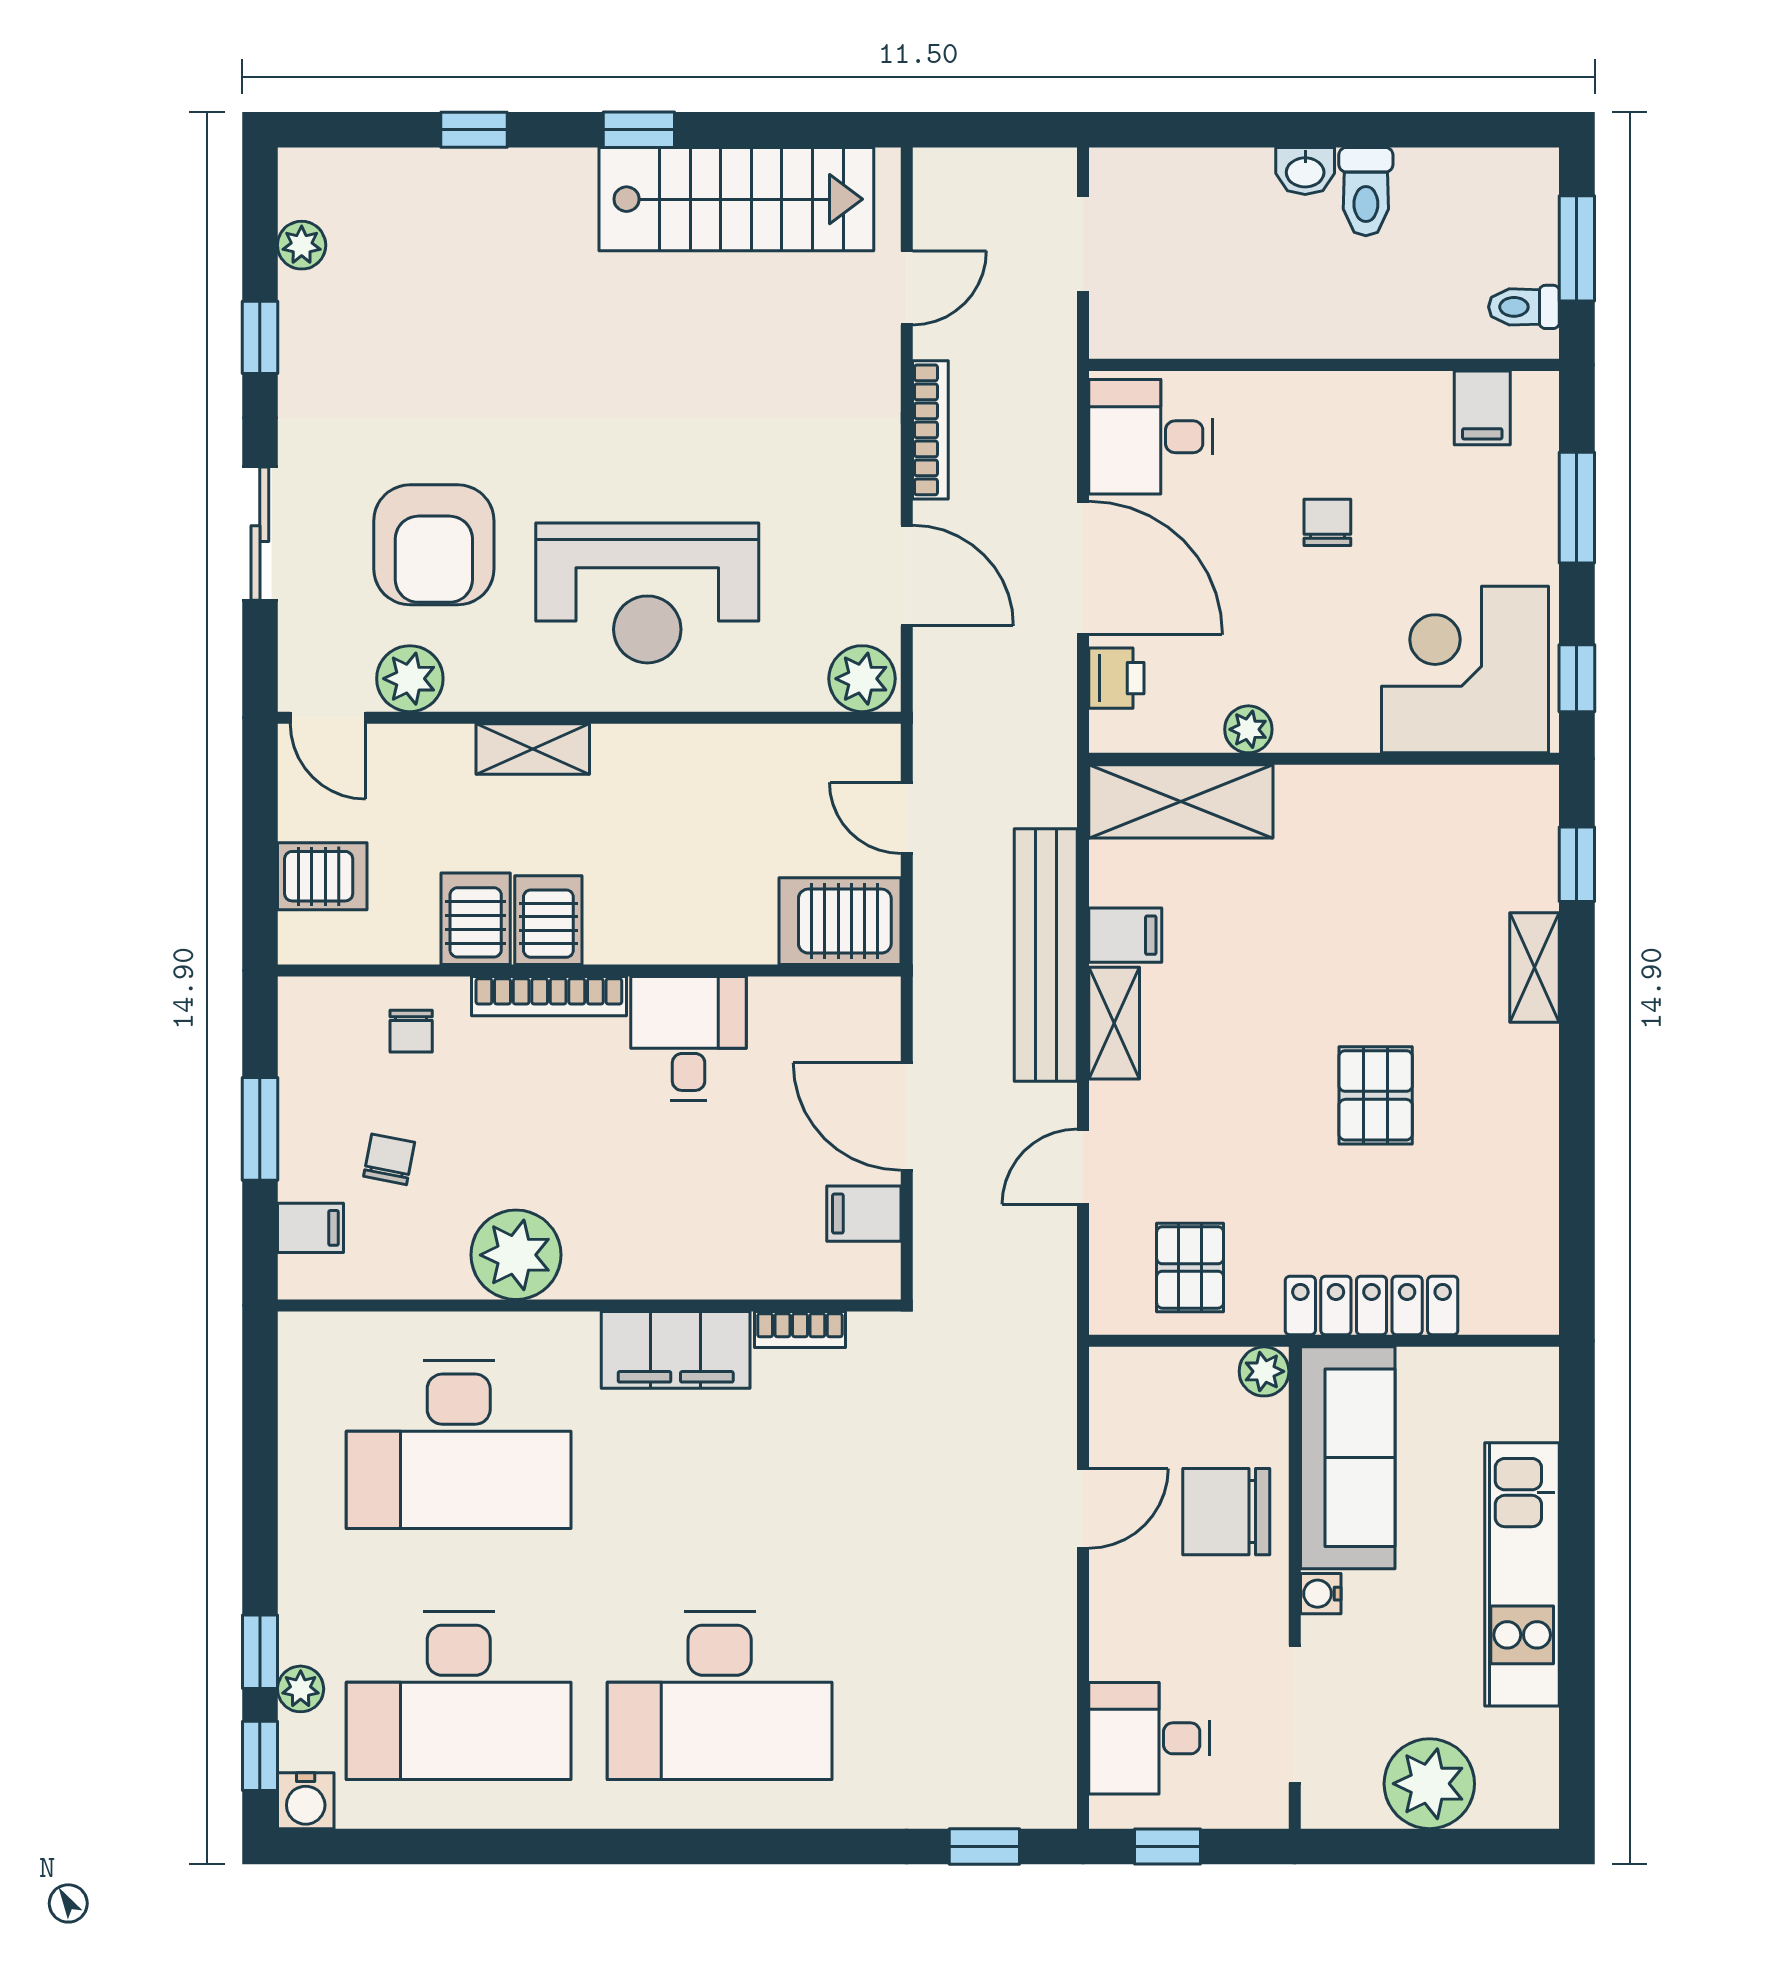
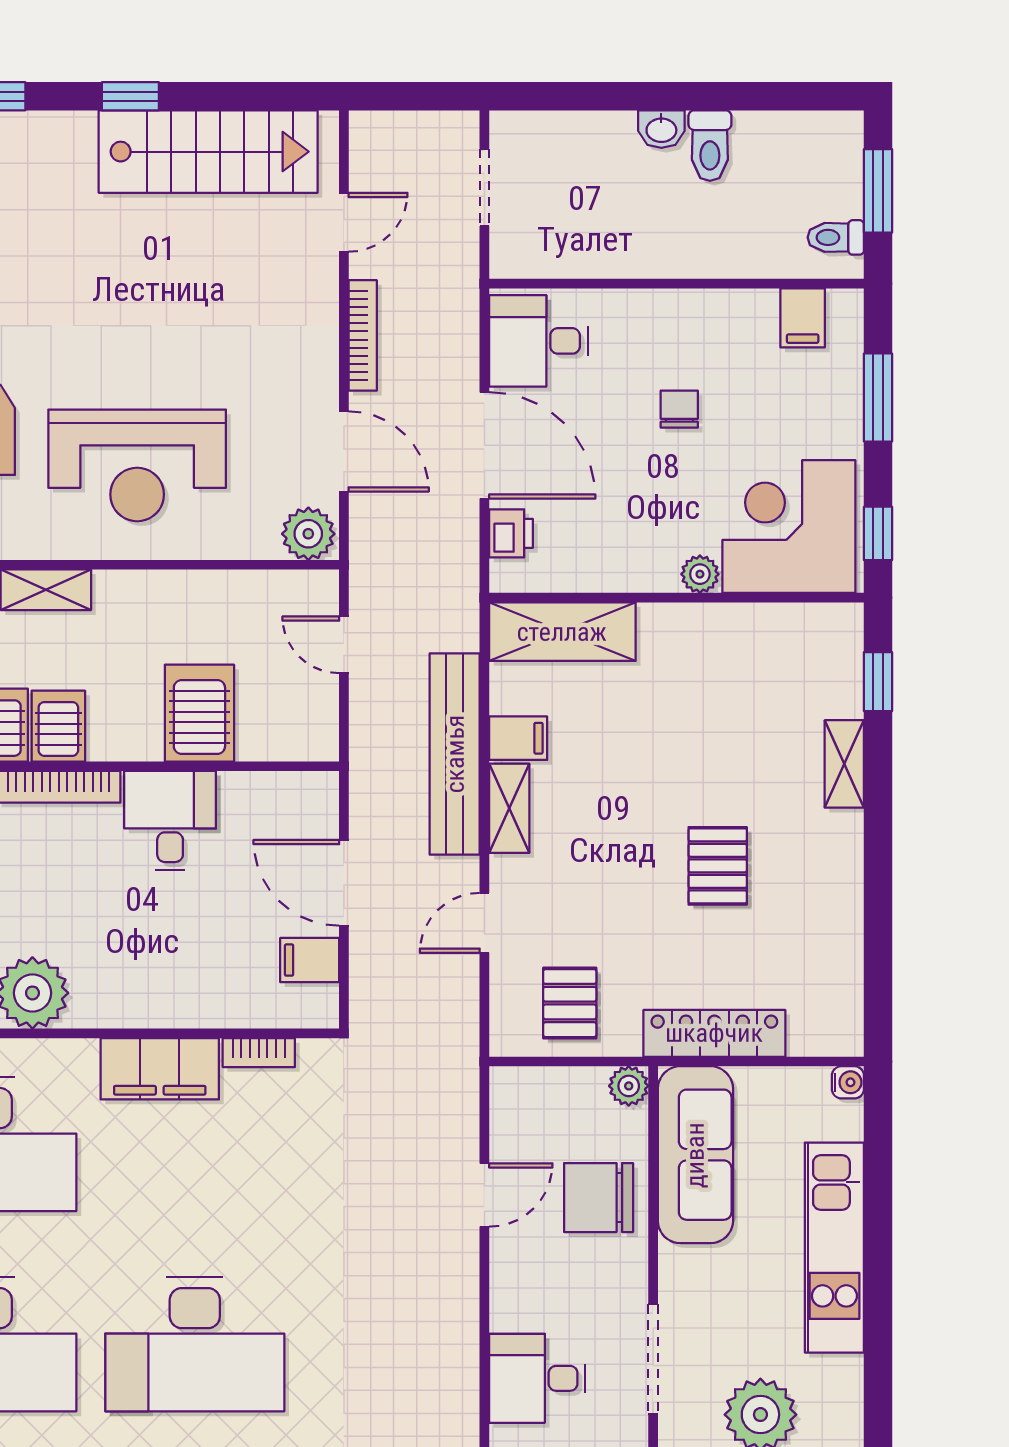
plant: (1248, 729) -> (700, 574), moved
server rack: (840, 921) -> (199, 713), moved, turned 90
water cooler: (1321, 1594) -> (848, 1082), moved, turned 180

